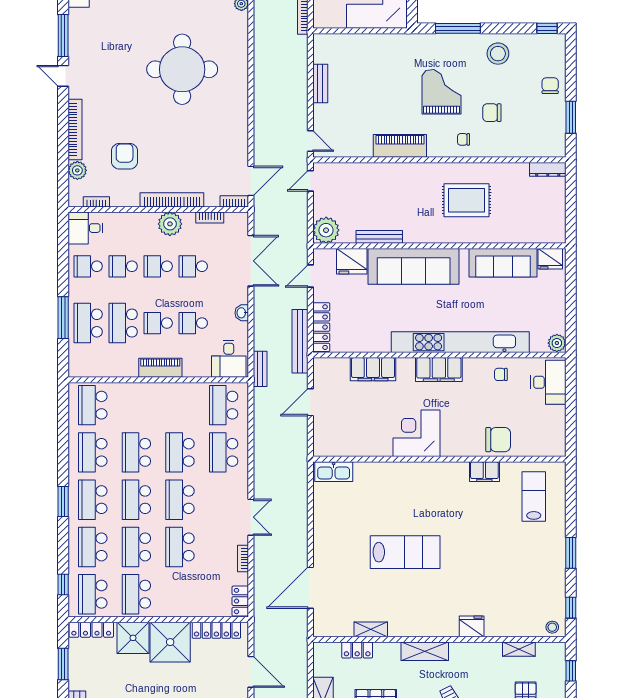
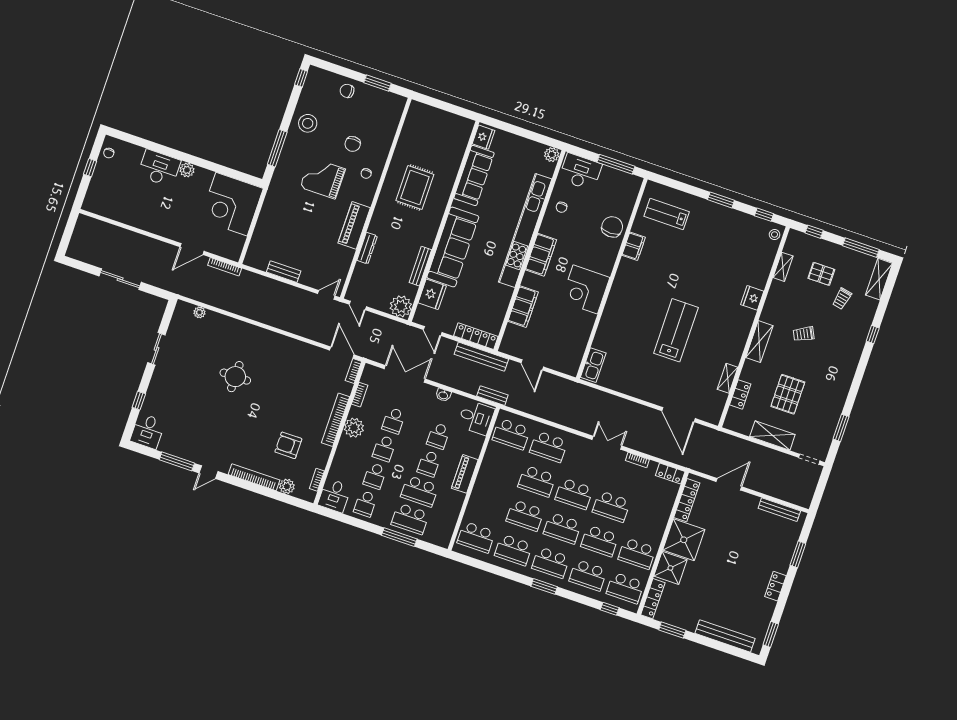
round table: (182, 69) -> (235, 377), width x0.54, depth x0.54
dresser: (548, 169) -> (367, 248), moved
window: (571, 420) -> (616, 164), added

